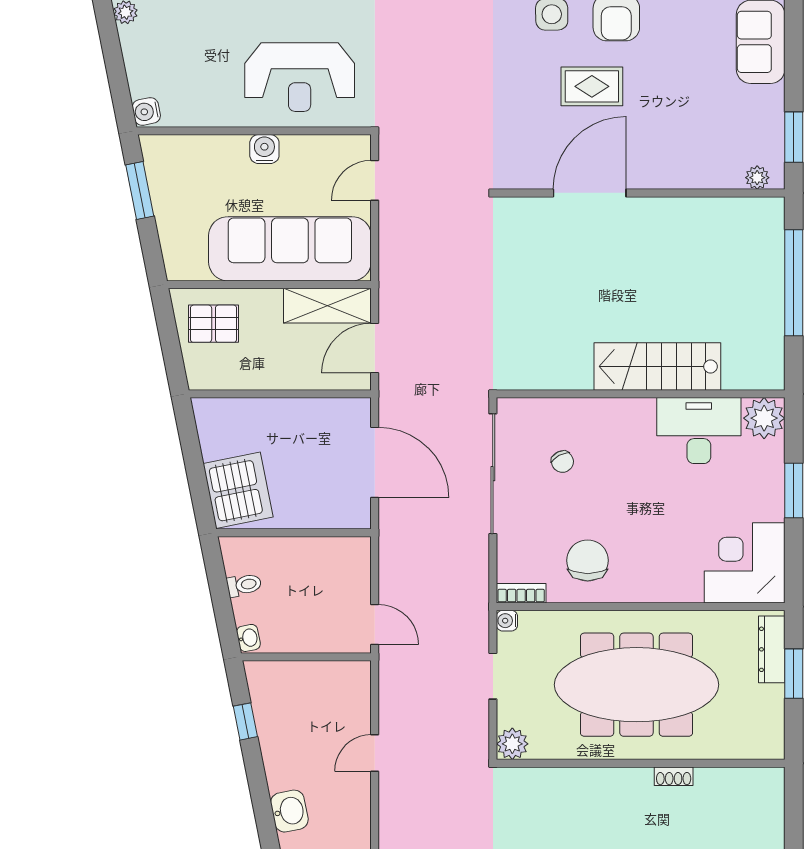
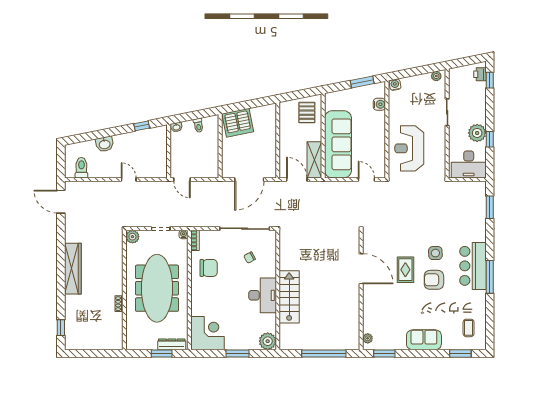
water cooler: (264, 149) -> (379, 104), moved
desk: (699, 431) -> (263, 295), moved
door: (375, 625) -> (182, 180), hinge flipped

